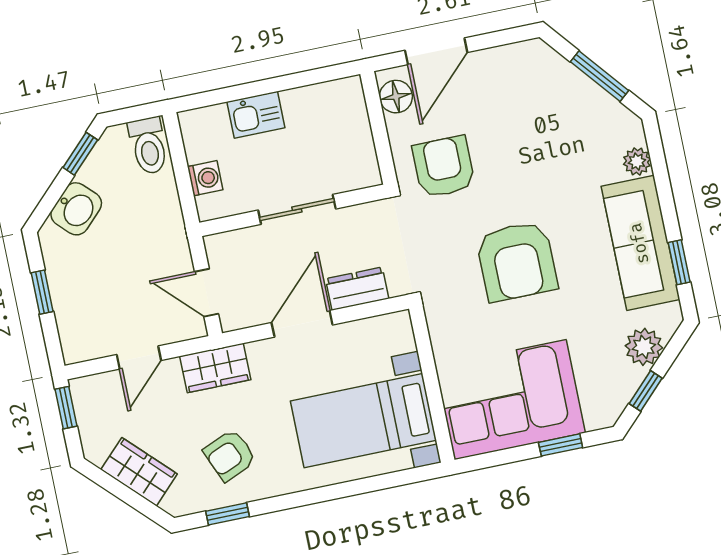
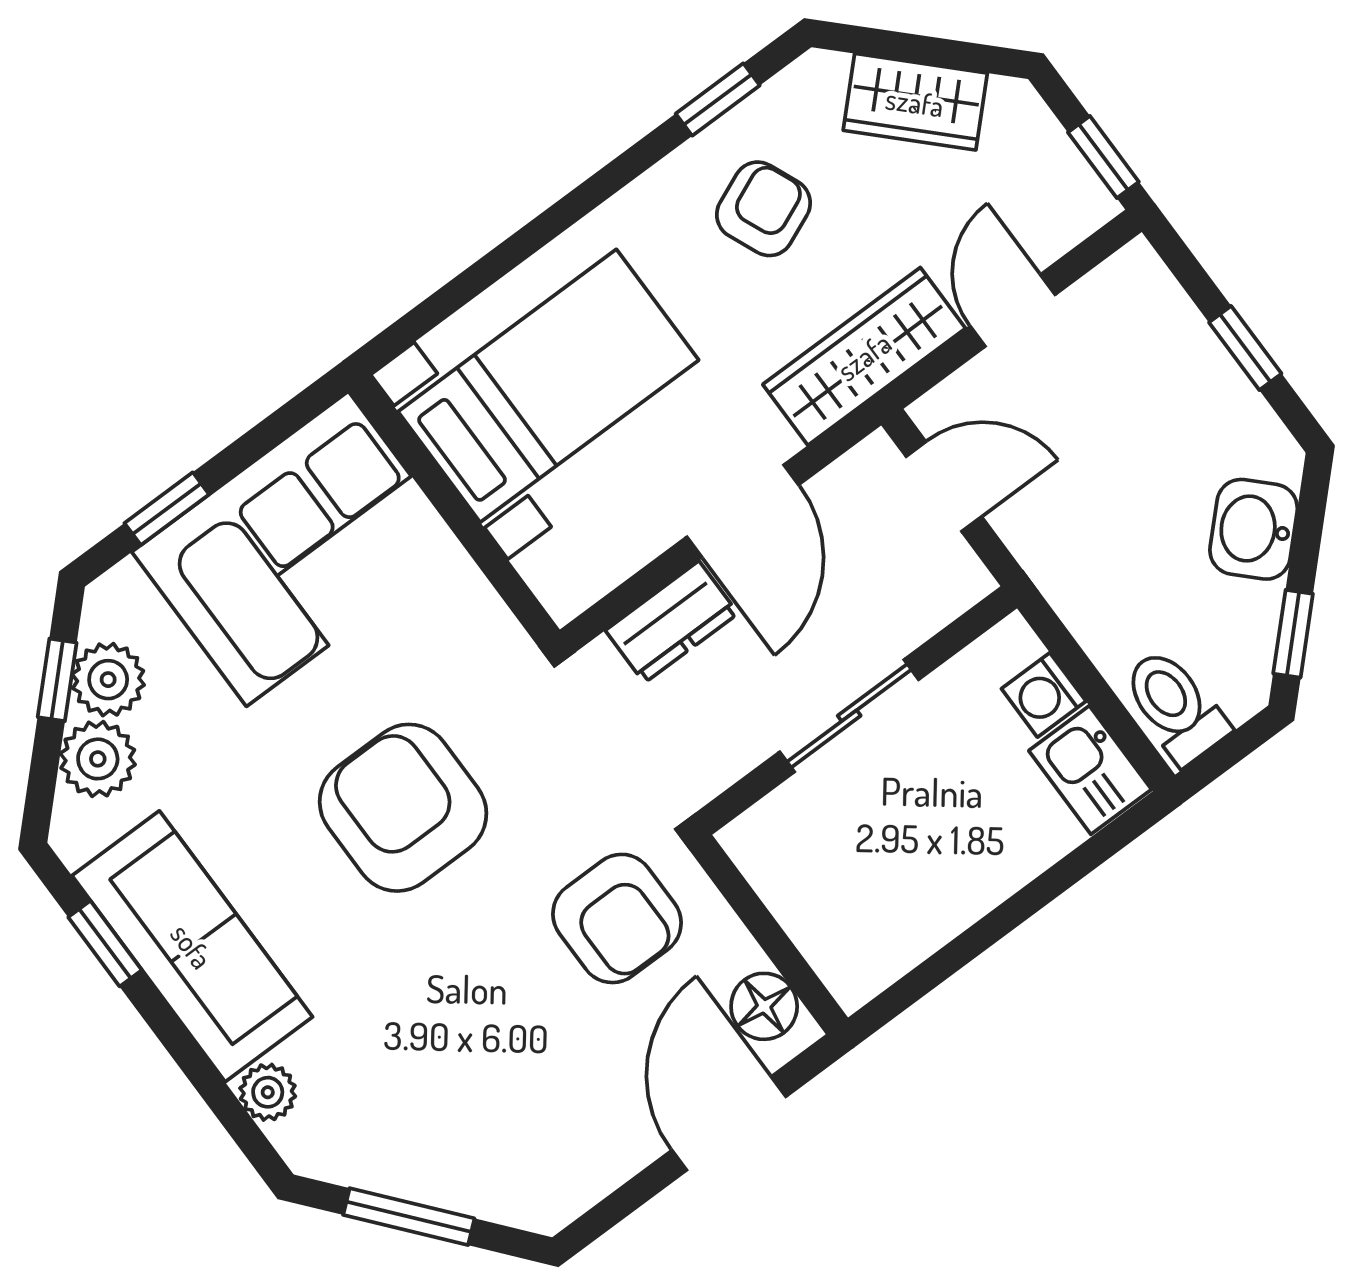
kitchen sink: (256, 115) -> (1090, 770), moved, turned -90
wardrobe: (215, 368) -> (864, 356), width x1.50
plant: (623, 380) -> (108, 680), added

